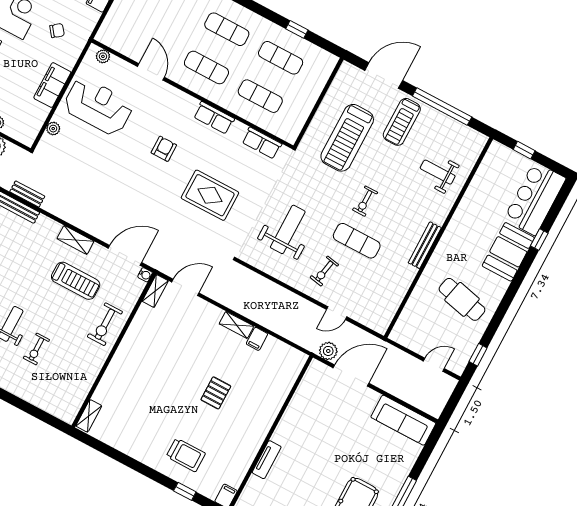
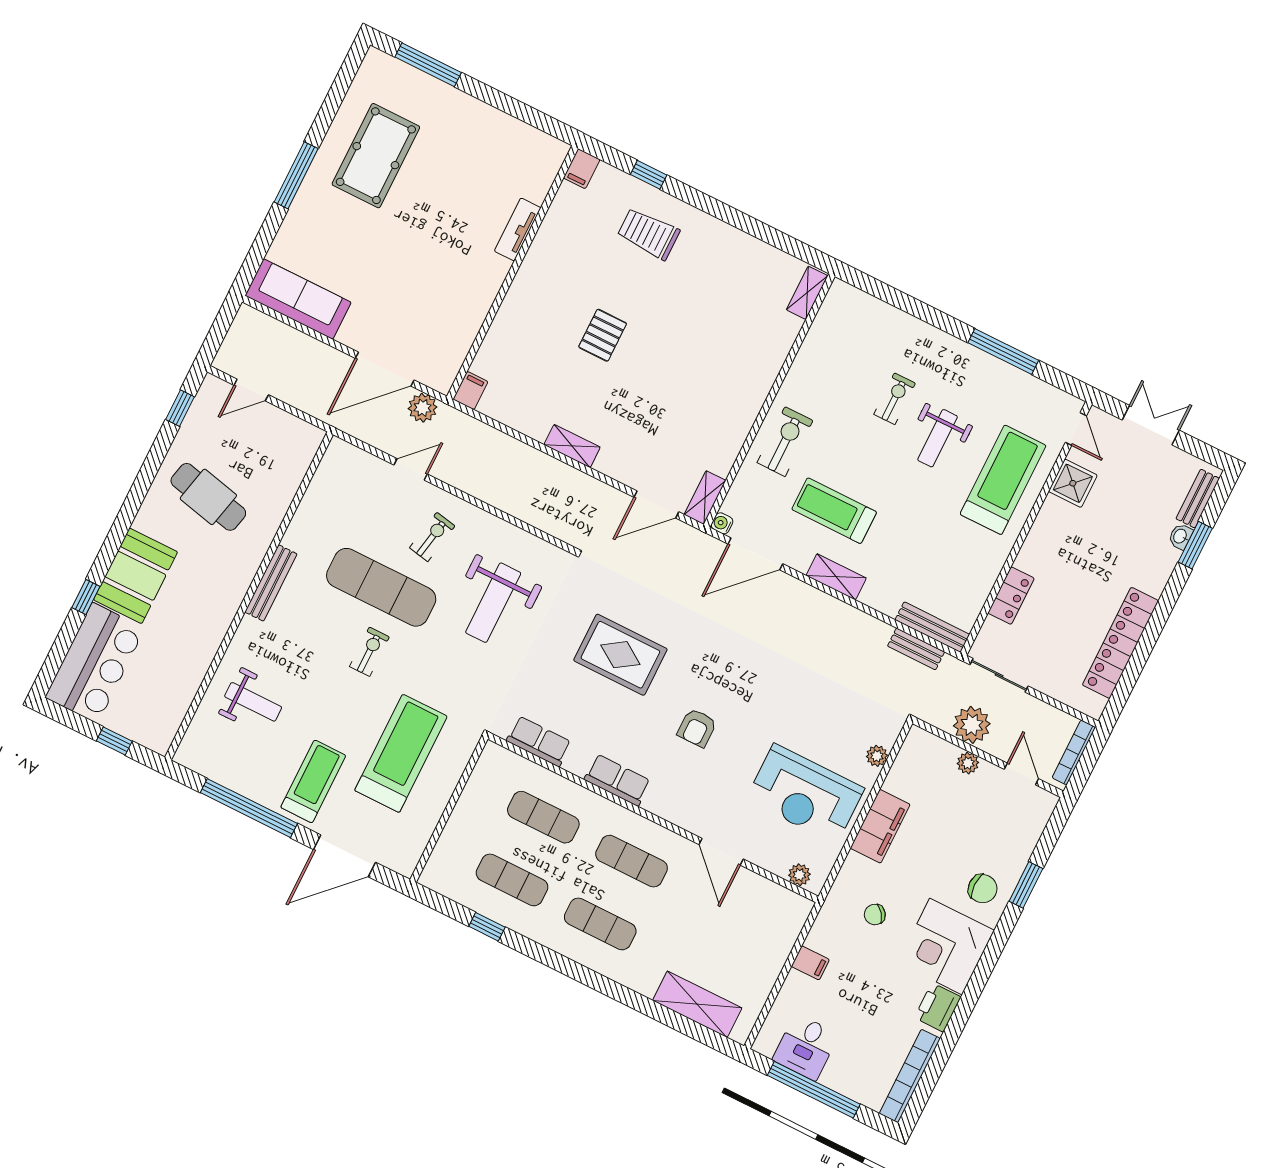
exercise mat: (357, 241) -> (381, 587), width x1.36, depth x1.45
filing cabinet: (257, 339) -> (470, 391), moved

